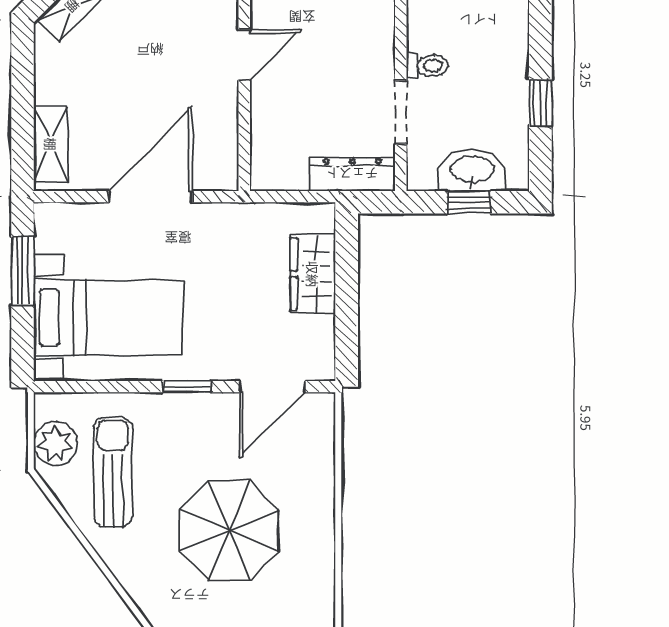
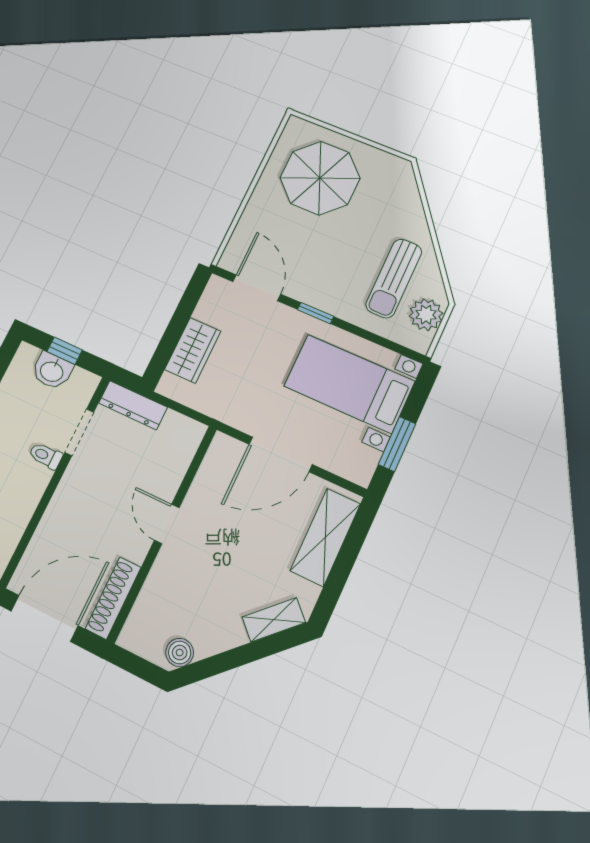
door: (244, 54) -> (167, 524), hinge flipped
shelving: (51, 144) -> (325, 537), width x1.50, depth x1.33
washbasin: (472, 170) -> (52, 371), width x0.72
door: (272, 387) -> (257, 288), hinge flipped
parasol: (230, 531) -> (320, 178), moved

